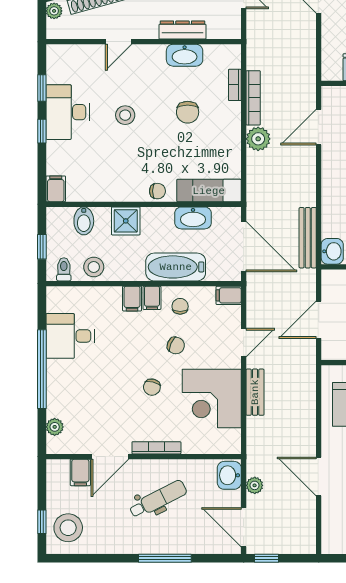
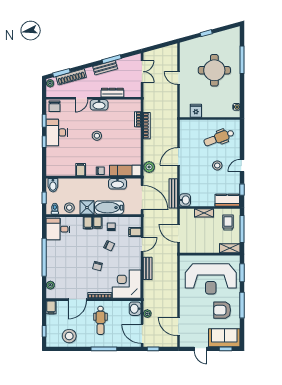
washbasin: (185, 55) -> (99, 105), moved
chair: (188, 112) -> (54, 106), moved
stool: (125, 115) -> (97, 136), moved
door: (319, 127) -> (178, 156), moved
plant: (258, 139) -> (149, 167), moved
filing cabinet: (56, 189) -> (81, 170), moved
bidet: (84, 221) -> (53, 185), moved
shower: (126, 221) -> (87, 208), moved
filing cabinet: (229, 295) -> (135, 232), moved
door: (319, 320) -> (178, 233), hinge flipped
desk: (70, 336) -> (58, 229), moved
corner desk: (212, 398) -> (127, 284), moved, turned 90
filing cabinet: (80, 472) -> (51, 307), moved
door: (319, 476) -> (178, 326), moved
dental chair: (158, 499) -> (100, 320), turned 117
stool: (68, 528) -> (69, 336), moved

